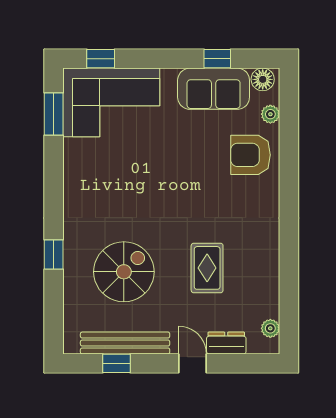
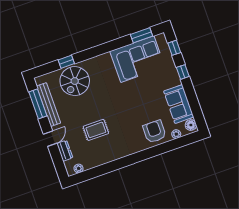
window: (217, 59) -> (183, 72), moved
corner sofa: (111, 102) -> (137, 59), moved, turned -90
window: (54, 255) -> (66, 62), moved
spiral stairs: (124, 272) -> (75, 81), moved, turned 90
window: (116, 363) -> (38, 104), width x2.17

